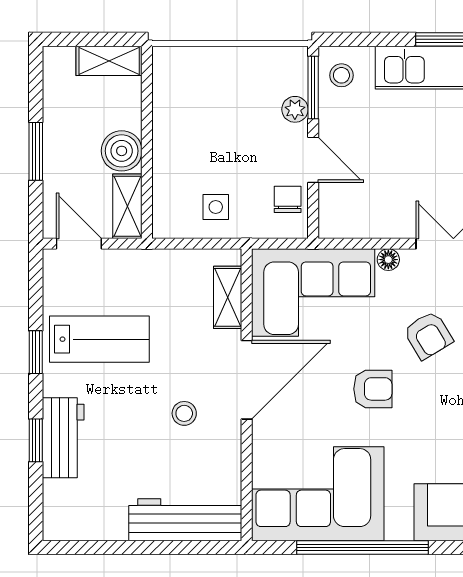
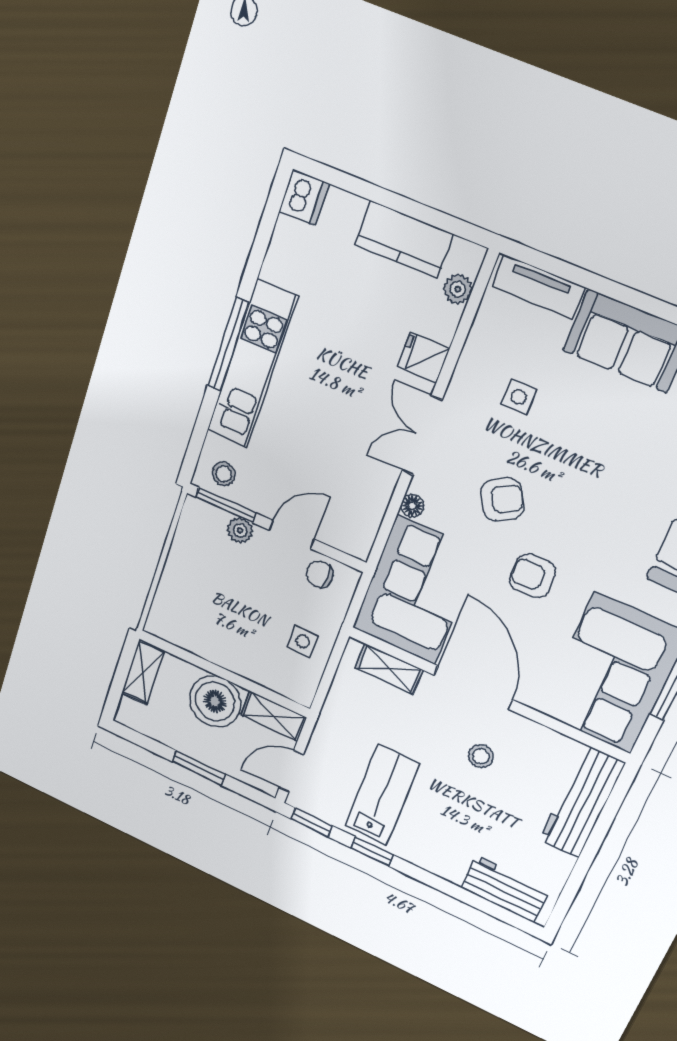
boiler: (122, 151) -> (215, 701), width x1.37, depth x1.37
armchair: (373, 389) -> (533, 576), turned -90
workbench: (63, 438) -> (505, 889), moved
window: (36, 440) -> (312, 822), moved

